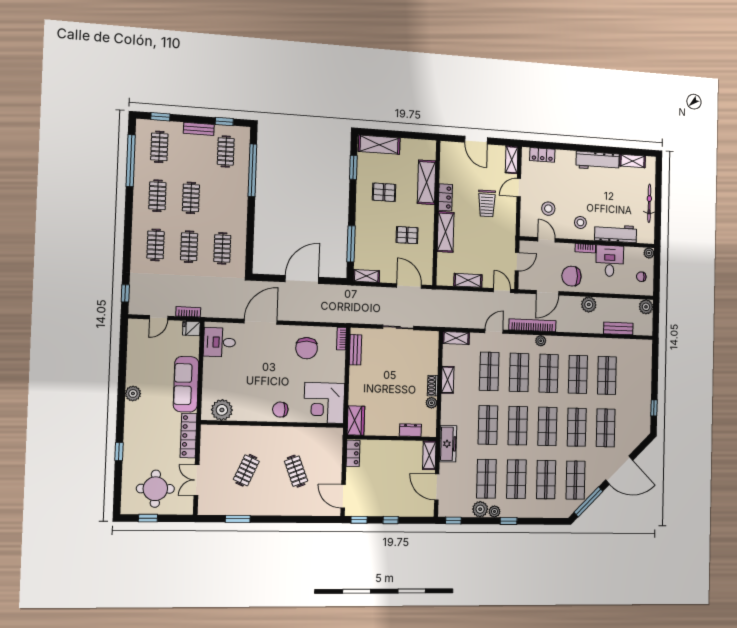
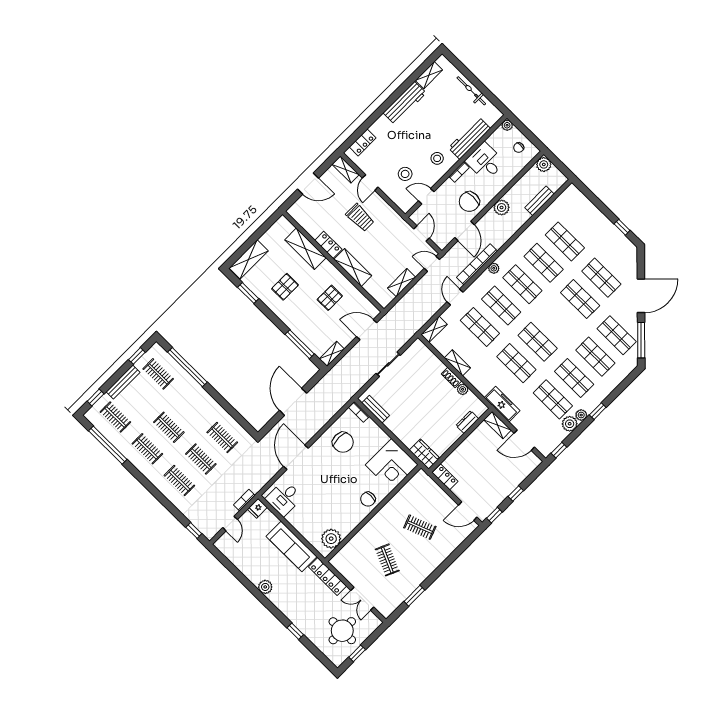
bench: (199, 129) -> (123, 382), width x1.36
shop shelf: (547, 426) -> (559, 320), removed

